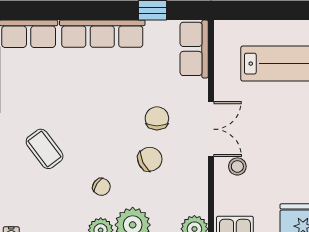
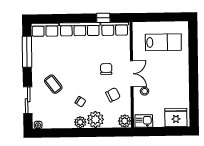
row of seats: (194, 49) -> (115, 29), moved, turned -90
chair: (150, 159) -> (113, 95), moved

